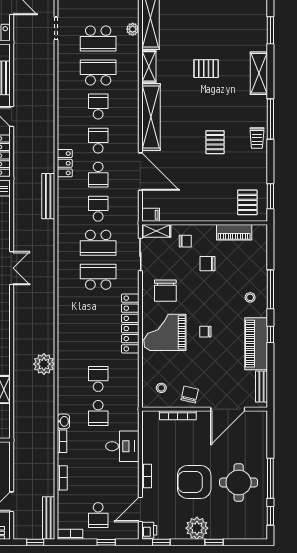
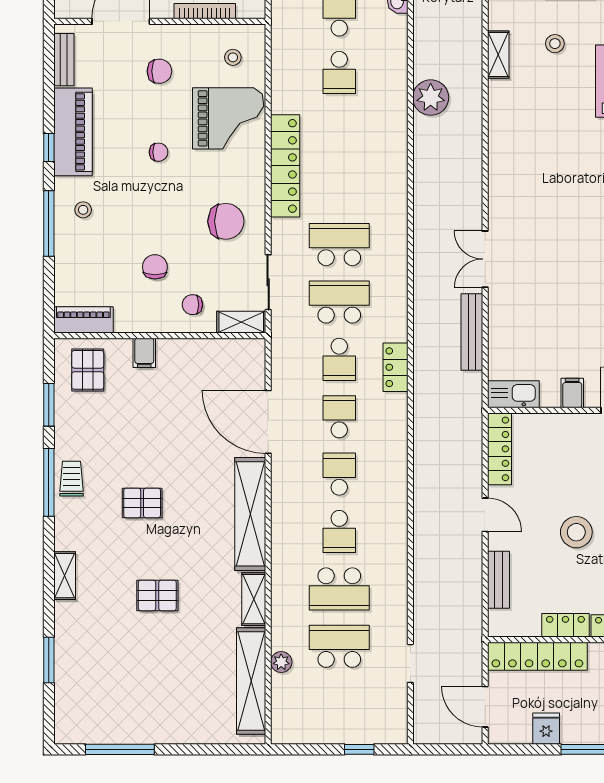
shelving: (259, 73) -> (65, 576), width x0.67, depth x0.75
window: (270, 119) -> (49, 482), moved
school desk: (98, 141) -> (339, 474), turned 180
pallet: (215, 142) -> (142, 503), moved, turned 90
locker: (65, 163) -> (395, 367), moved
bench: (48, 196) -> (472, 332), moved
window: (270, 196) -> (49, 405), moved
filing cabinet: (151, 215) -> (144, 353), moved, turned -90
piano: (234, 232) -> (83, 320), moved
chair: (207, 264) -> (155, 267), turned -90
school desk: (98, 277) -> (339, 245), turned 180
chair: (165, 291) -> (226, 221), turned 90
grand piano: (165, 332) -> (228, 118), moved
chair: (190, 394) -> (159, 71), moved, turned -103

